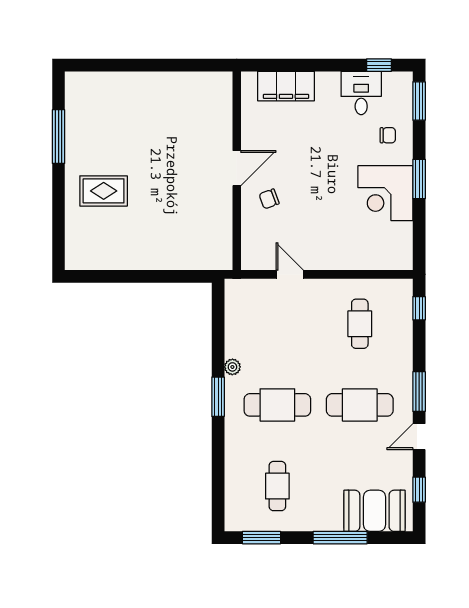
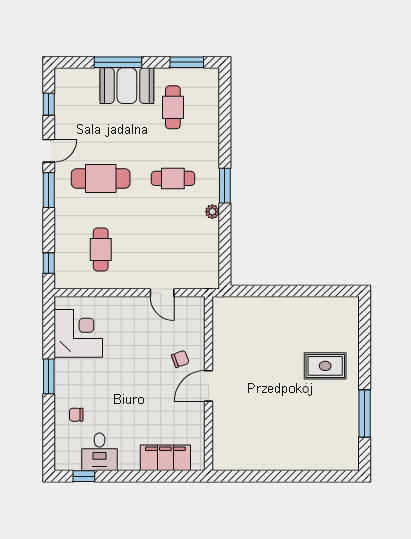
window: (419, 101) -> (49, 445), removed
corner desk: (385, 193) -> (78, 333), moved
cafe table: (277, 405) -> (173, 178), width x0.73, depth x0.74
booth: (374, 511) -> (127, 86), moved

